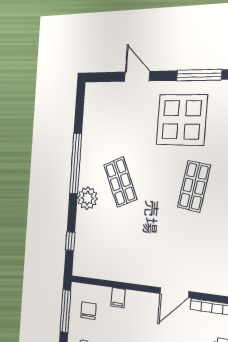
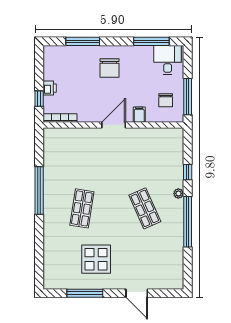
display table: (182, 120) -> (96, 259), width x0.73, depth x0.73
plant: (87, 198) -> (178, 193), width x0.53, depth x0.53
window: (70, 241) -> (188, 172), moved
door: (174, 293) -> (114, 125), moved

